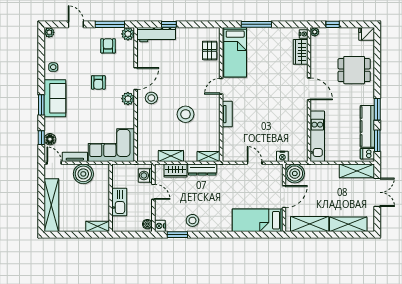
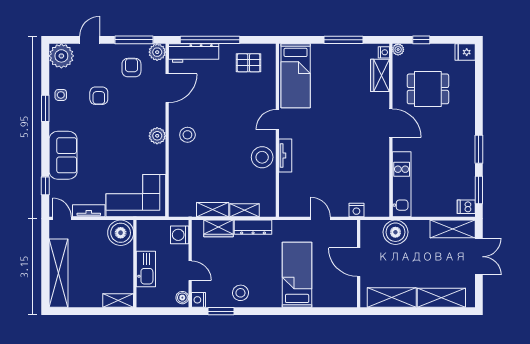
door: (76, 24) -> (90, 40), hinge flipped
window: (169, 24) -> (210, 40), width x3.17
window: (256, 24) -> (343, 40), moved
plant: (49, 32) -> (61, 56), width x1.87, depth x1.87
pallet: (210, 50) -> (249, 63), moved, turned 90
dining table: (354, 70) -> (428, 89), moved
door: (136, 79) -> (167, 88), moved
armchair: (98, 82) -> (99, 96), moved
sofa: (55, 98) -> (63, 155), moved
window: (41, 105) -> (45, 108), moved
stool: (186, 114) -> (262, 157), moved
kitchen counter: (367, 126) -> (466, 171), removed
floor lamp: (50, 139) -> (57, 188), removed
shelving: (209, 156) -> (245, 210), moved
boiler: (295, 173) -> (395, 232), moved
boiler: (83, 174) -> (121, 233), moved
door: (153, 192) -> (190, 271), moved
door: (284, 197) -> (359, 262), swing flipped
bed: (258, 220) -> (297, 275), moved, turned 90

